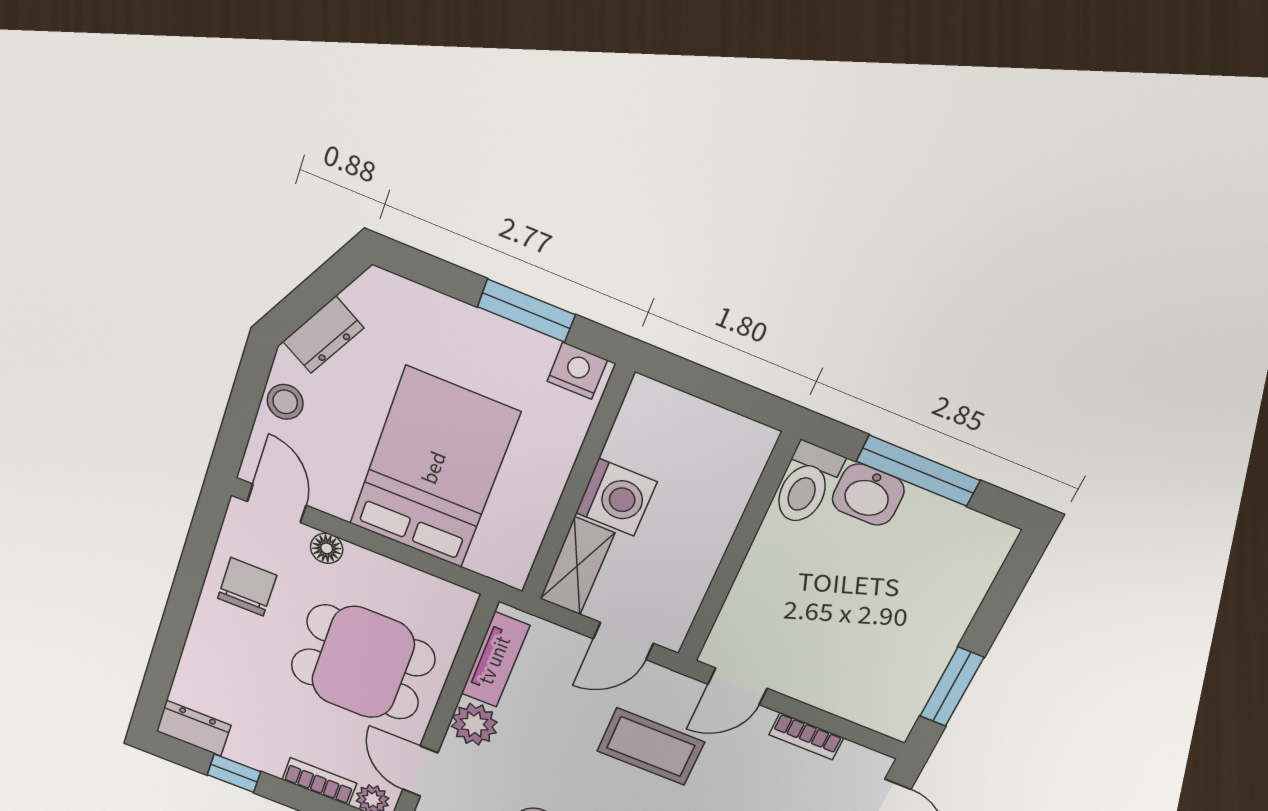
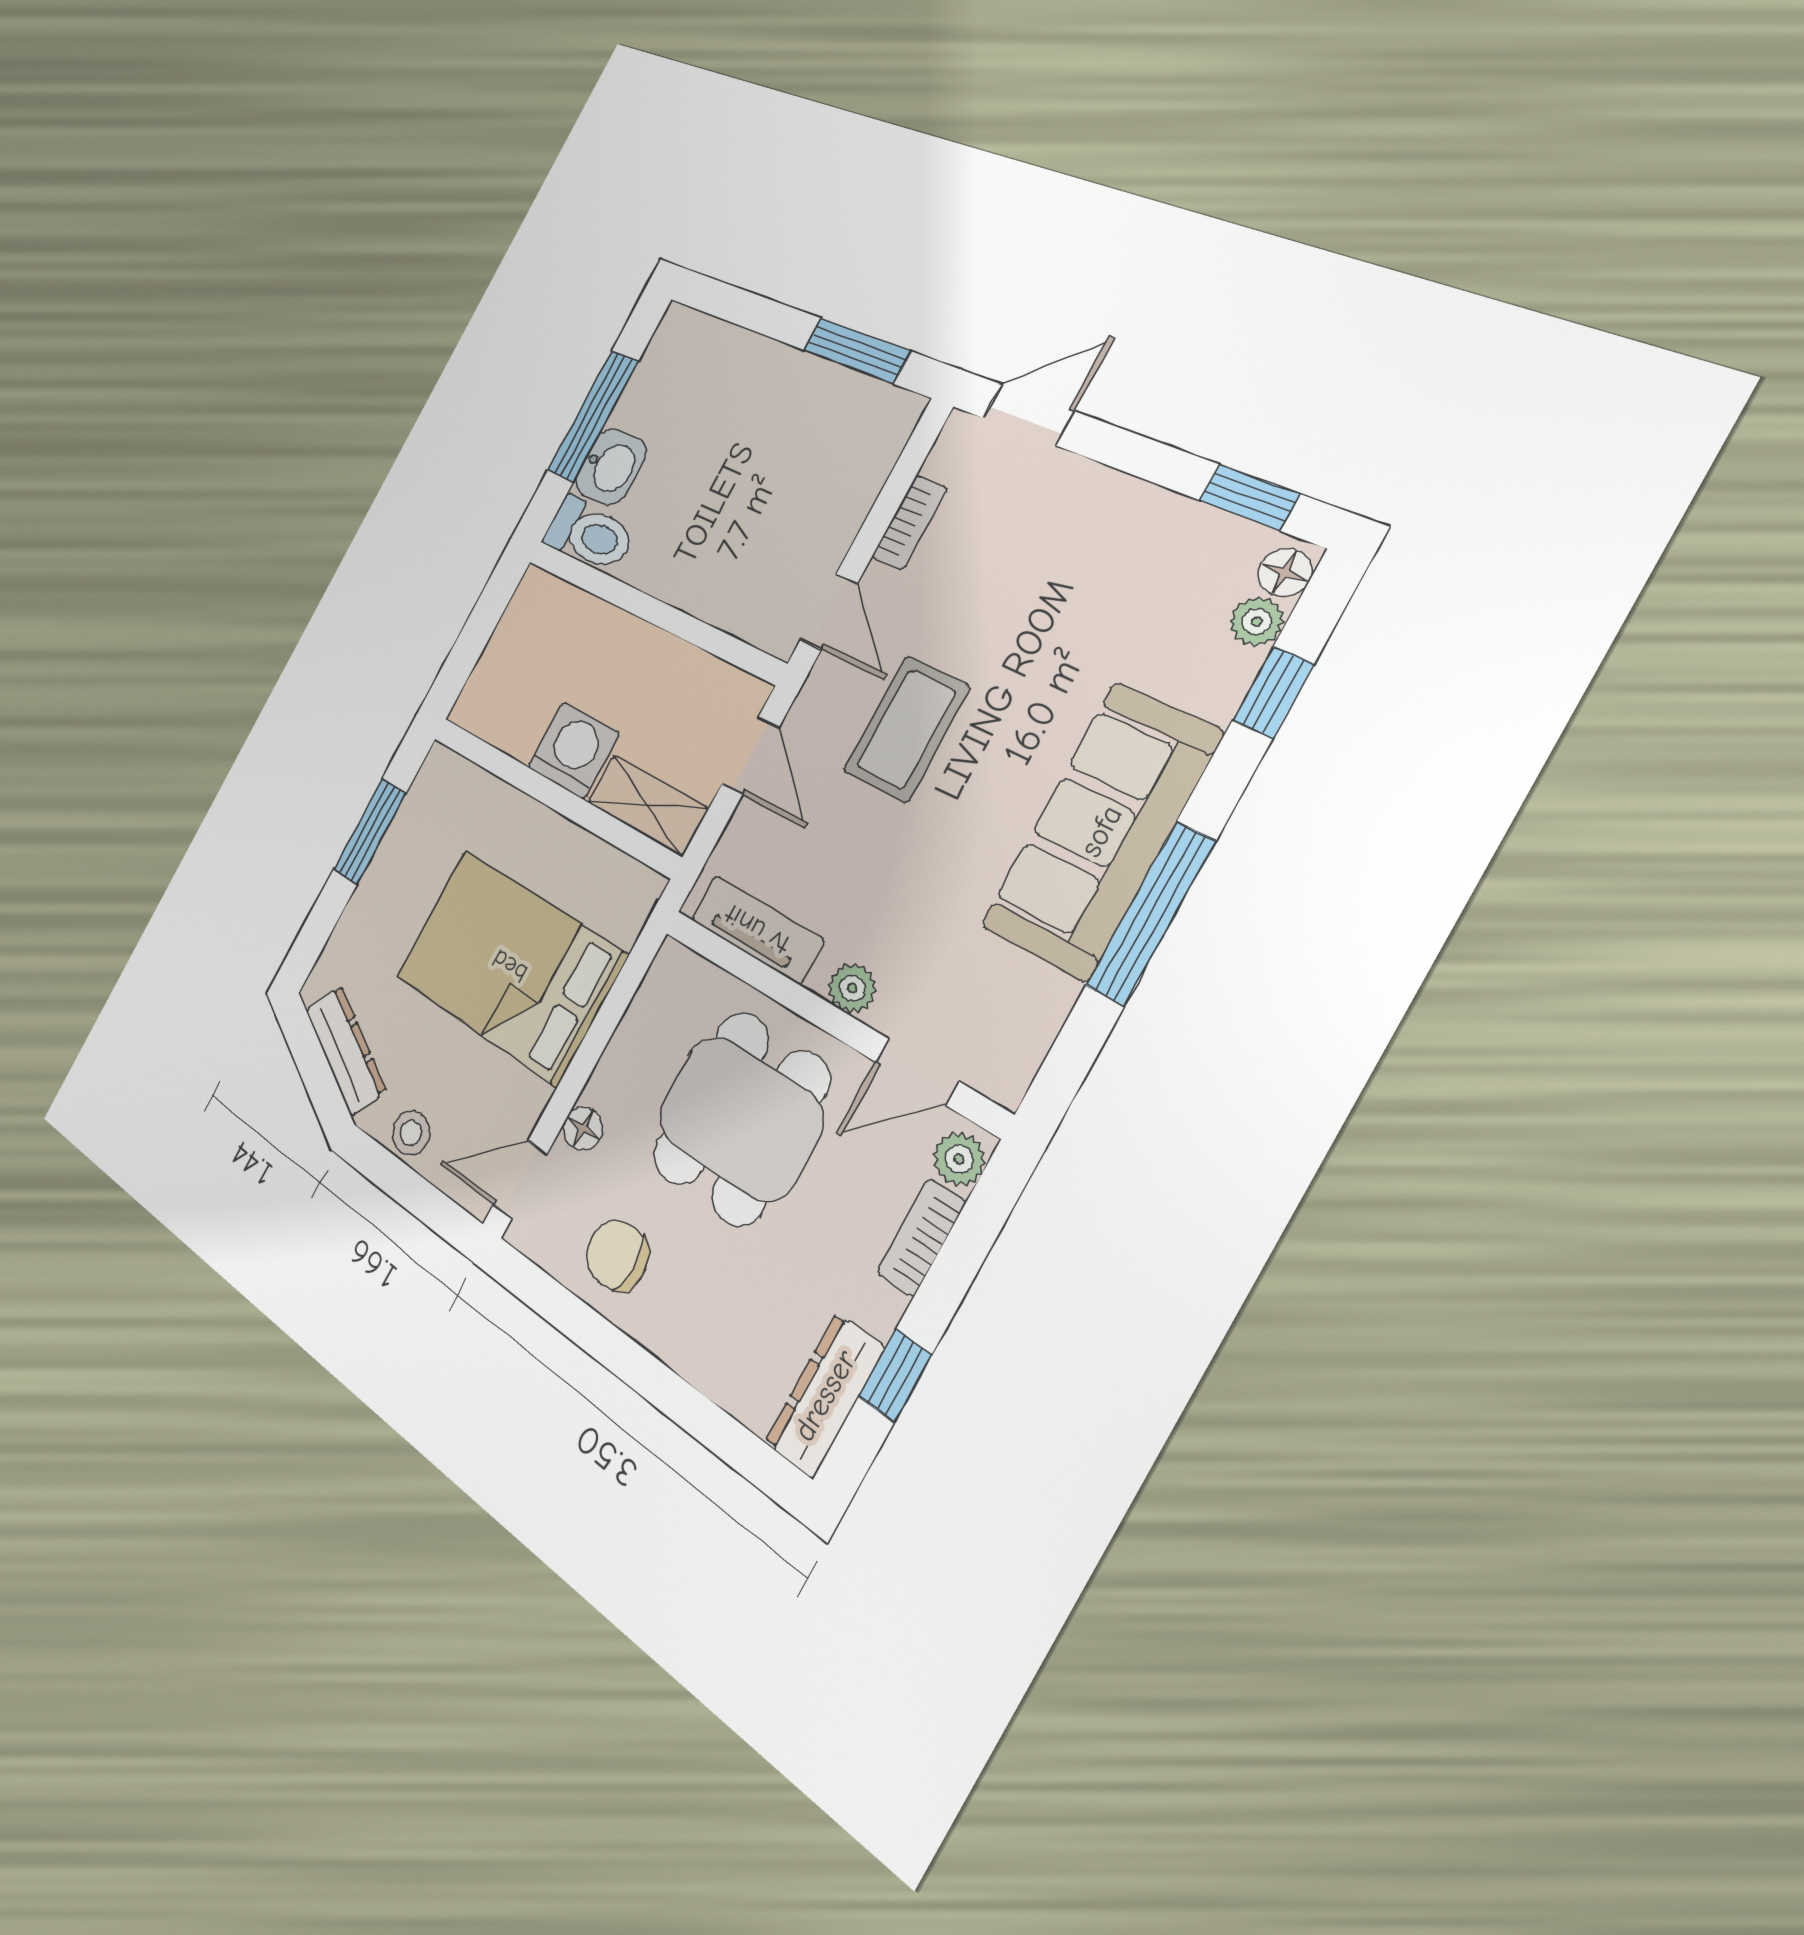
dresser: (323, 335) -> (346, 1050), width x1.44
nightstand: (577, 371) -> (435, 782), removed
plant: (474, 724) -> (852, 988), width x0.73, depth x0.73
dresser: (194, 728) -> (825, 1395), width x1.44

